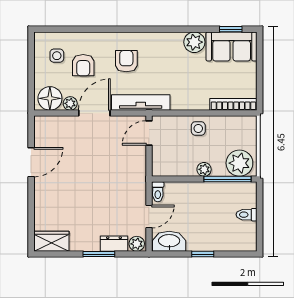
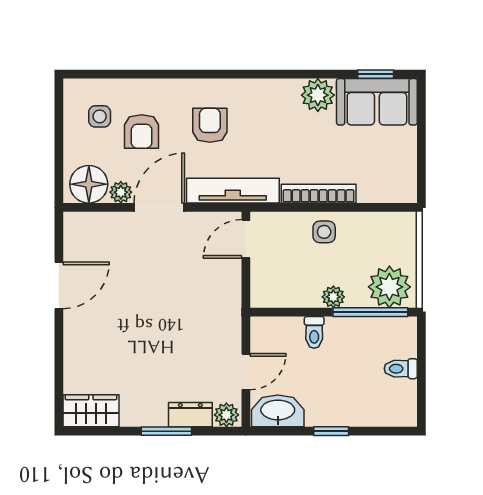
bookcase: (233, 104) -> (319, 194), moved
toilet: (158, 192) -> (314, 332), moved

